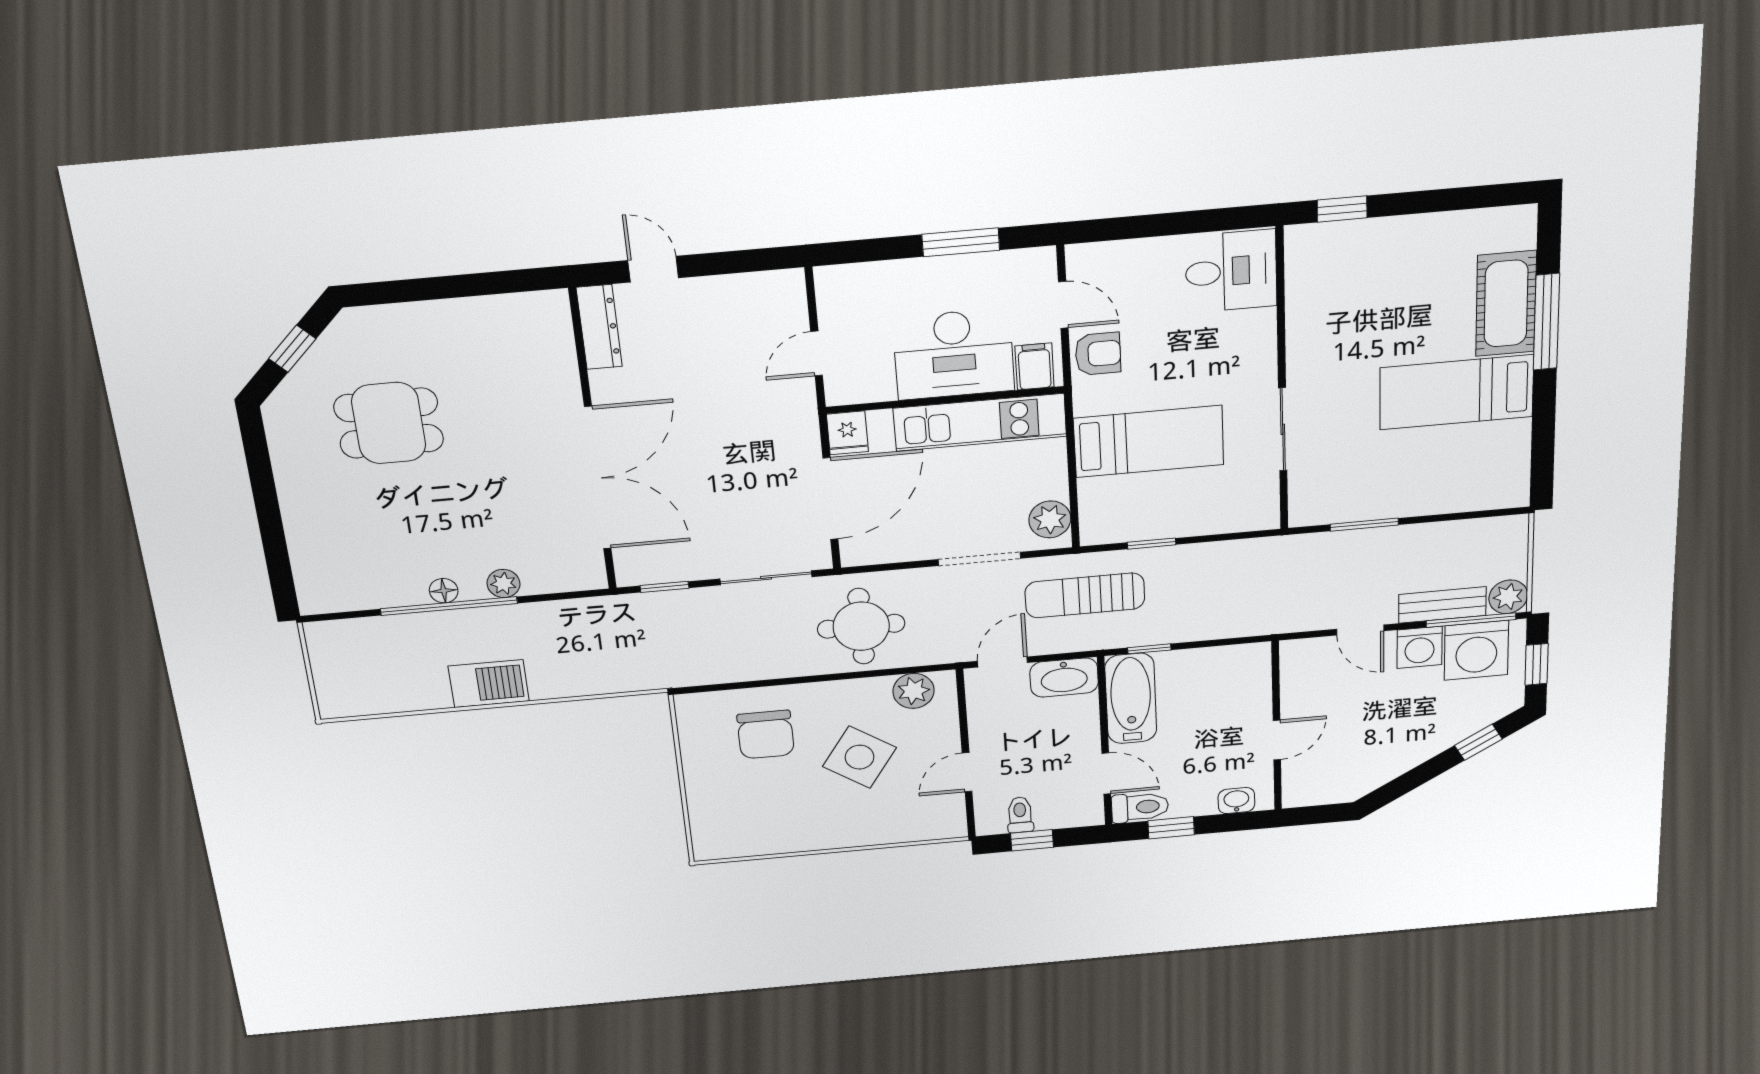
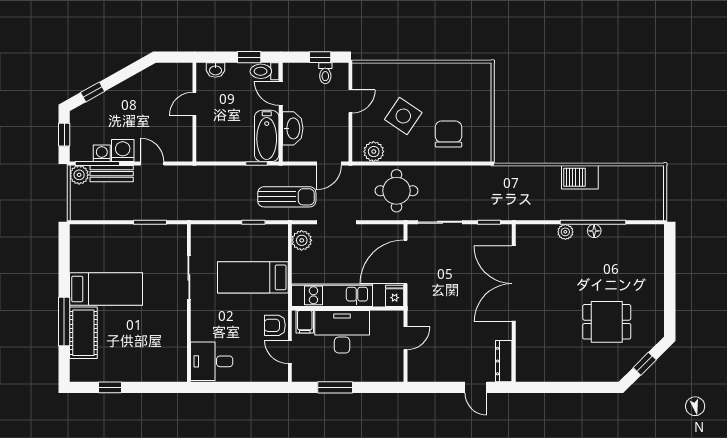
window: (1342, 209) -> (110, 387), moved
washing machine: (1476, 650) -> (102, 153), width x0.53, depth x0.53
washbasin: (1064, 678) -> (293, 128), moved, turned 90

